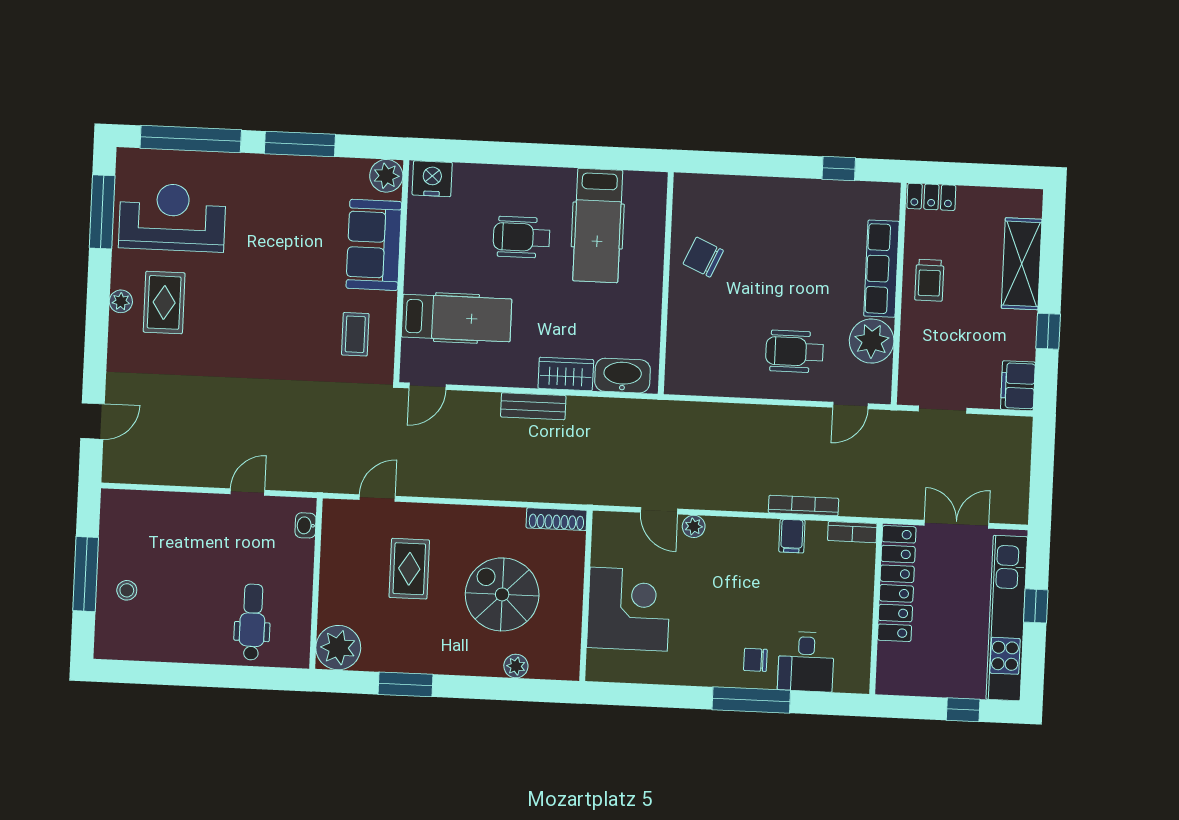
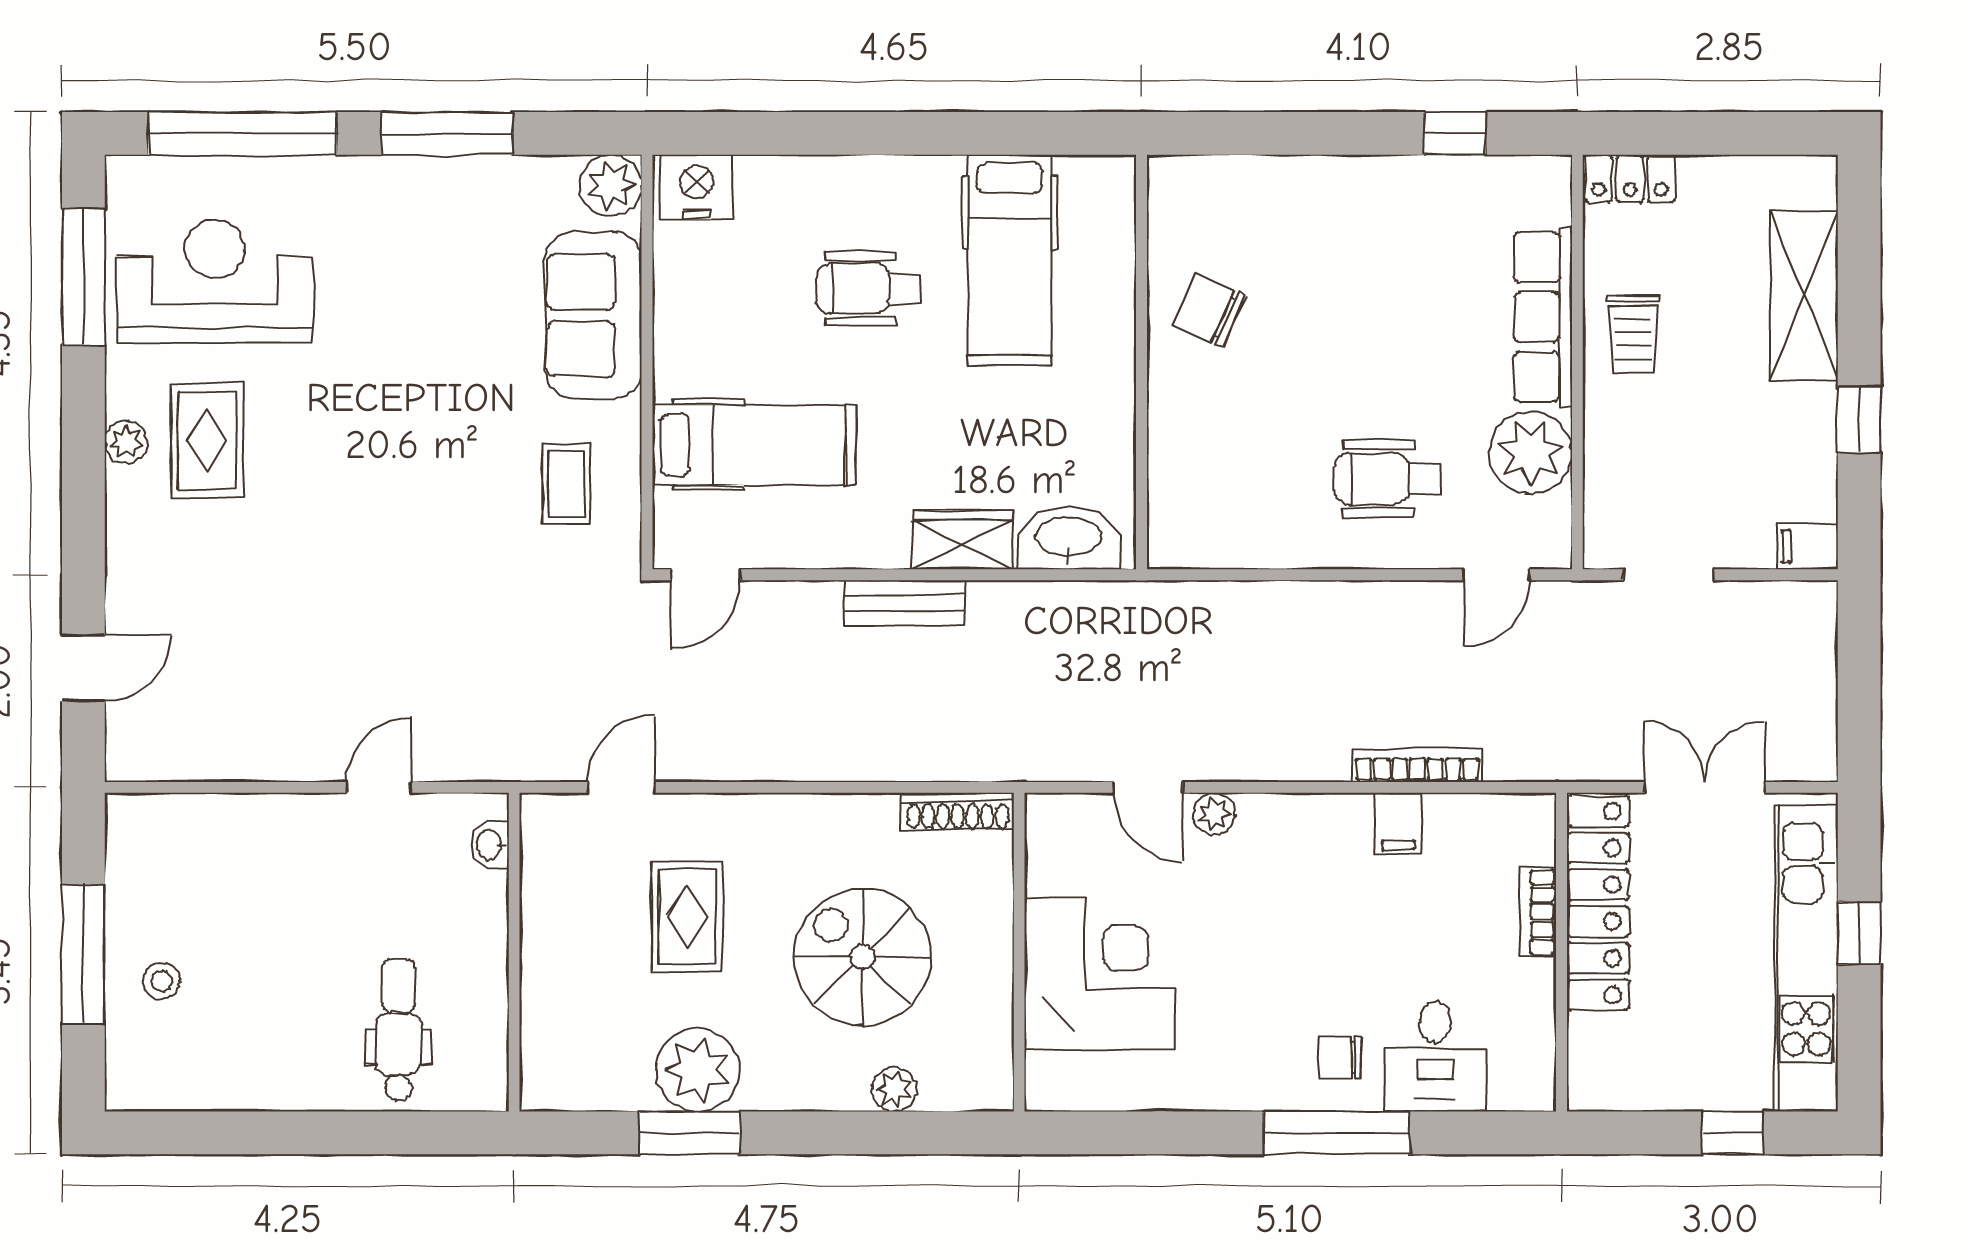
filing cabinet: (1018, 386) -> (1807, 547), width x0.50
bookcase: (852, 532) -> (1538, 912), moved, turned 90
plant: (338, 648) -> (698, 1070), moved

